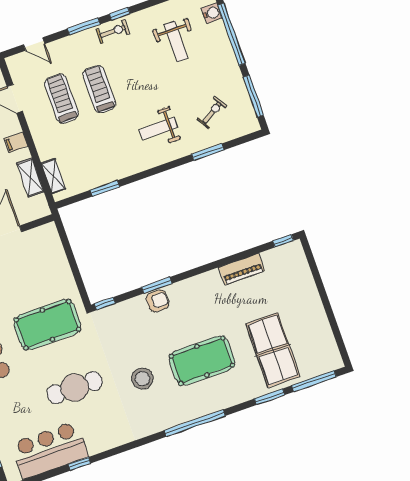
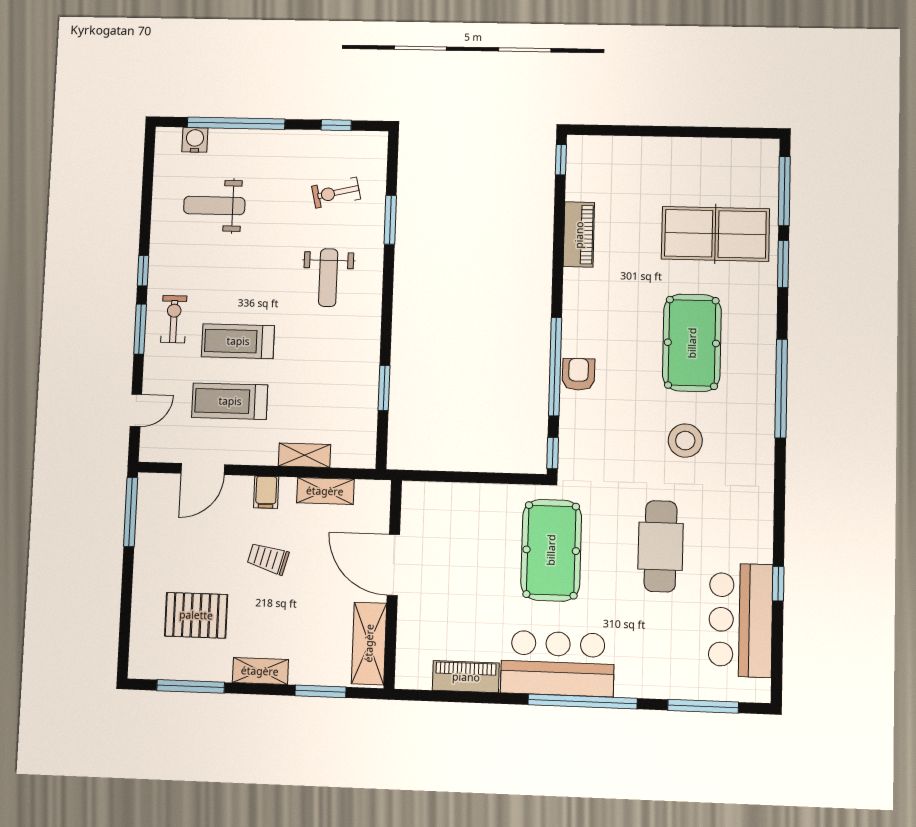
exercise bike: (113, 31) -> (174, 319), moved
weight bench: (176, 41) -> (214, 206), turned 180
window: (253, 96) -> (336, 125), width x0.46
exercise bike: (212, 113) -> (336, 193), turned -71
shelving: (53, 176) -> (305, 455), moved
window: (157, 285) -> (555, 367), width x2.11

